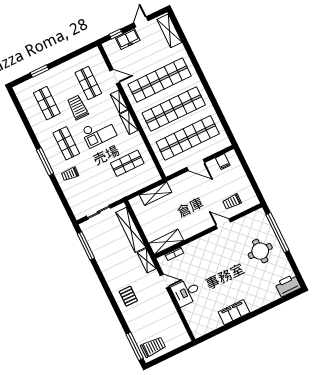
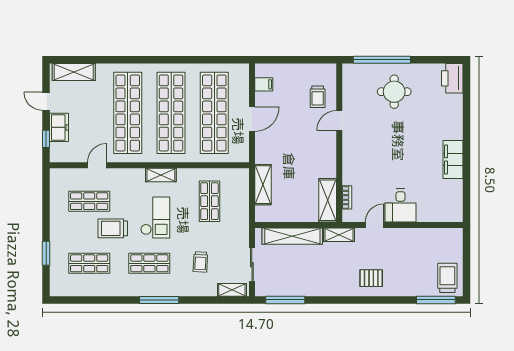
shelving: (119, 102) -> (232, 290), moved
trolley: (70, 174) -> (200, 262), moved

